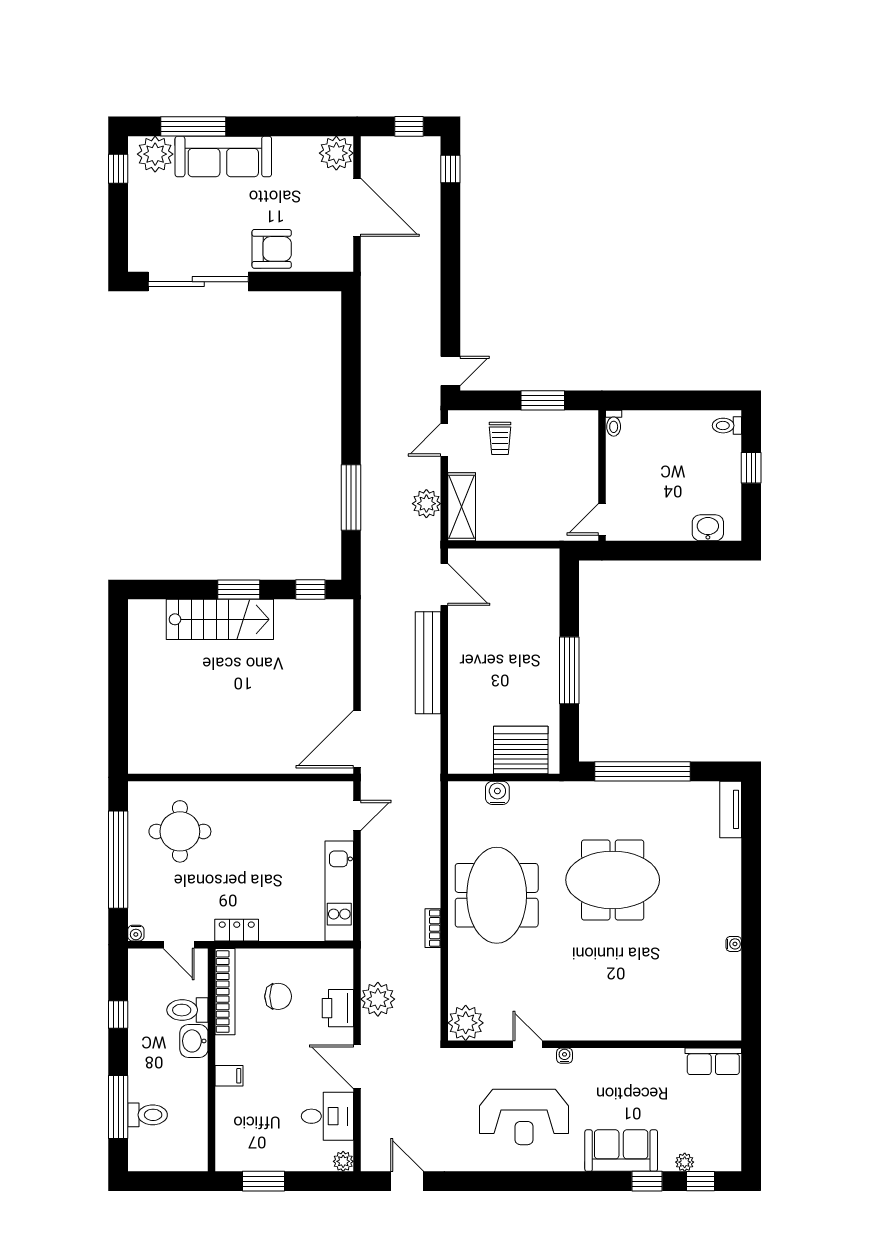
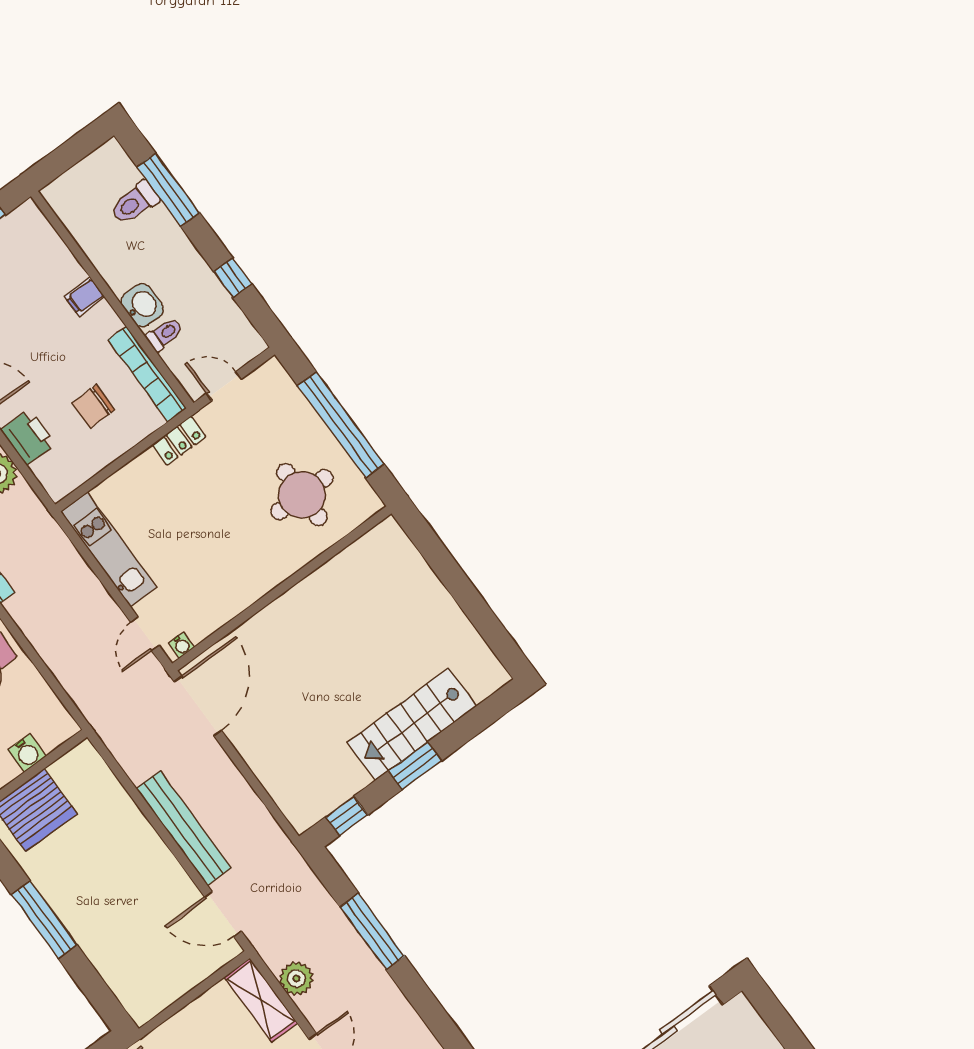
water cooler: (136, 933) -> (181, 645), moved, turned 180
toilet: (187, 1010) -> (165, 334), width x0.73, depth x0.72

